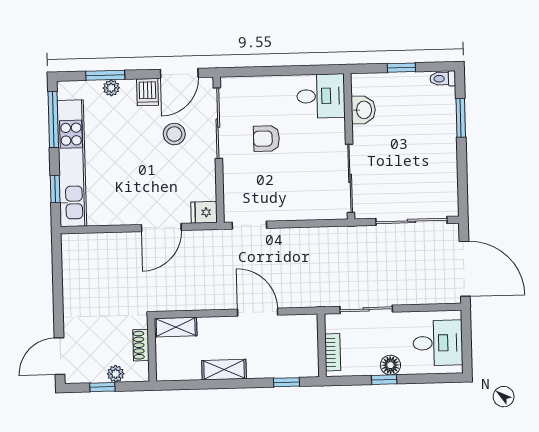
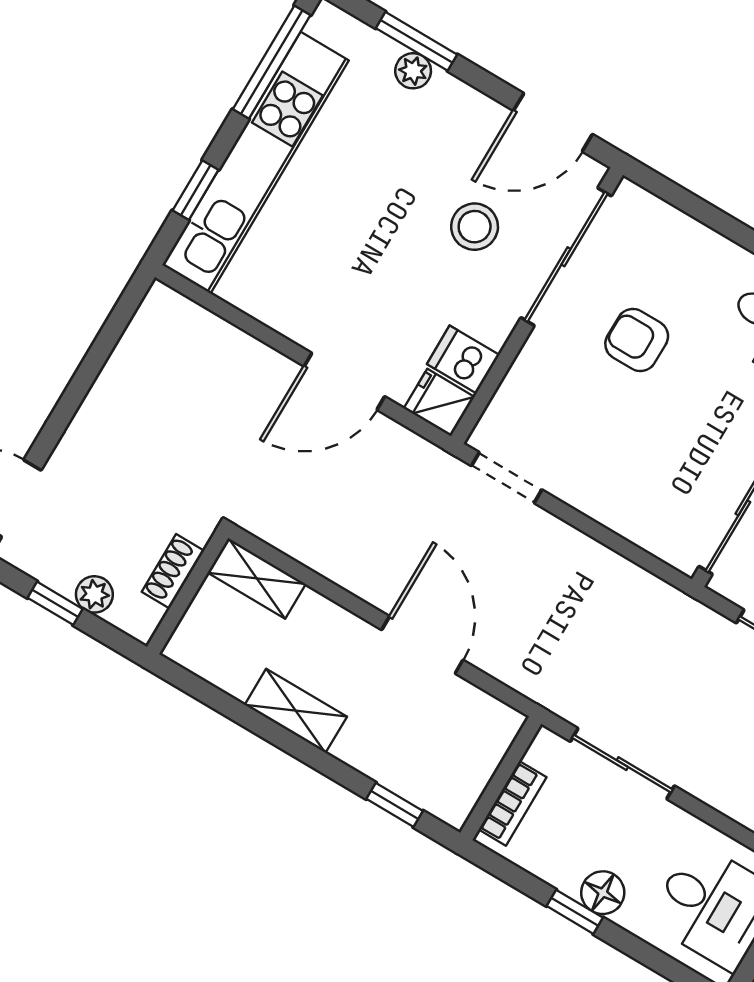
dishwasher: (148, 92) -> (463, 360), moved, turned 90

